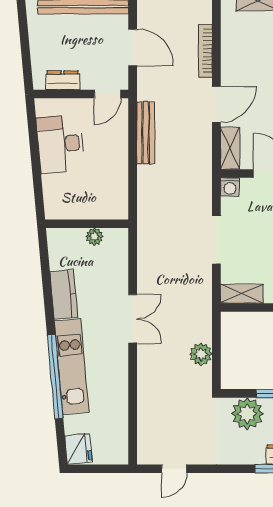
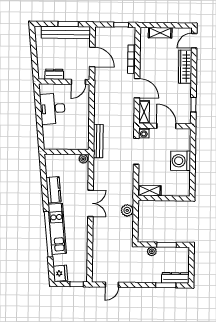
door: (216, 104) -> (137, 88), hinge flipped
bench: (146, 133) -> (98, 141), moved
plant: (94, 236) -> (83, 159), moved
doorway: (216, 240) -> (136, 151), moved
plant: (201, 354) -> (127, 210), moved
plant: (247, 414) -> (152, 251), width x0.53, depth x0.53
window: (109, 469) -> (77, 284), added

